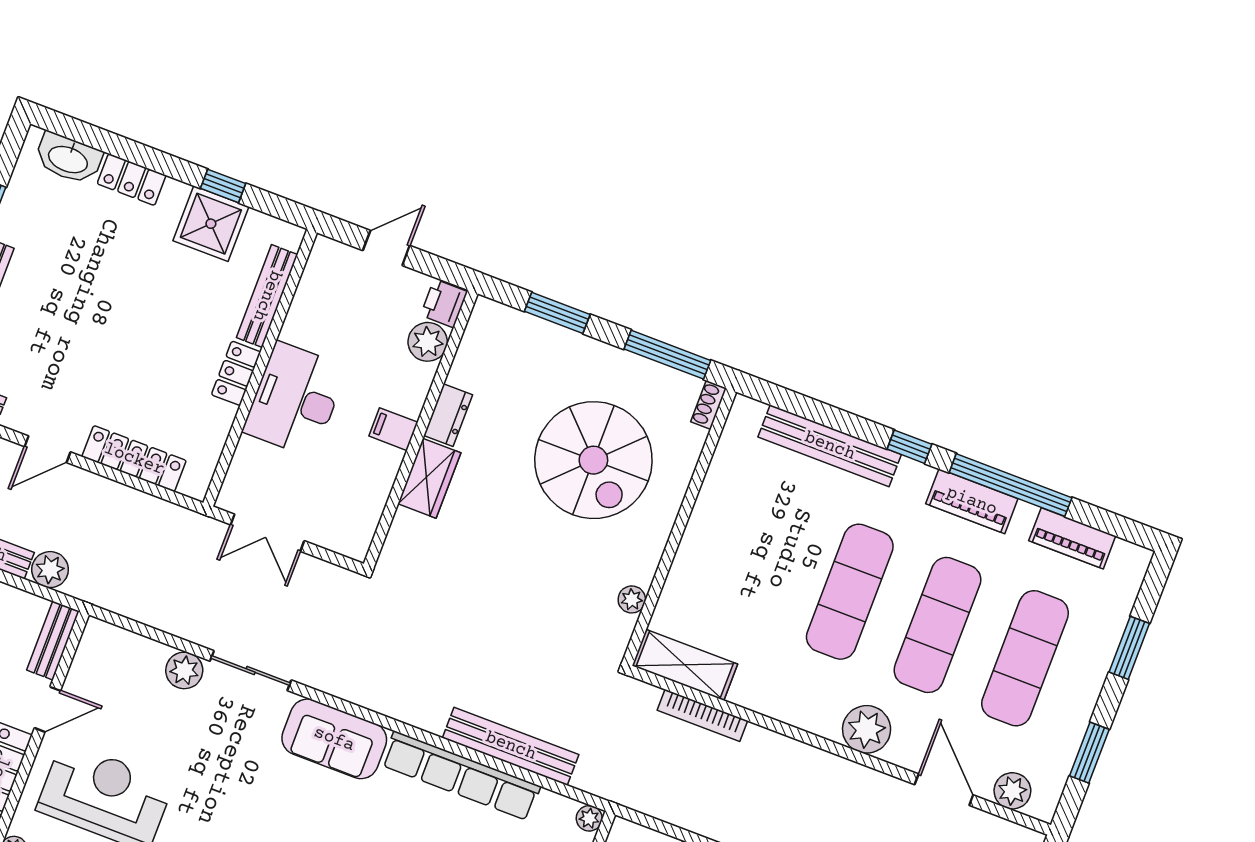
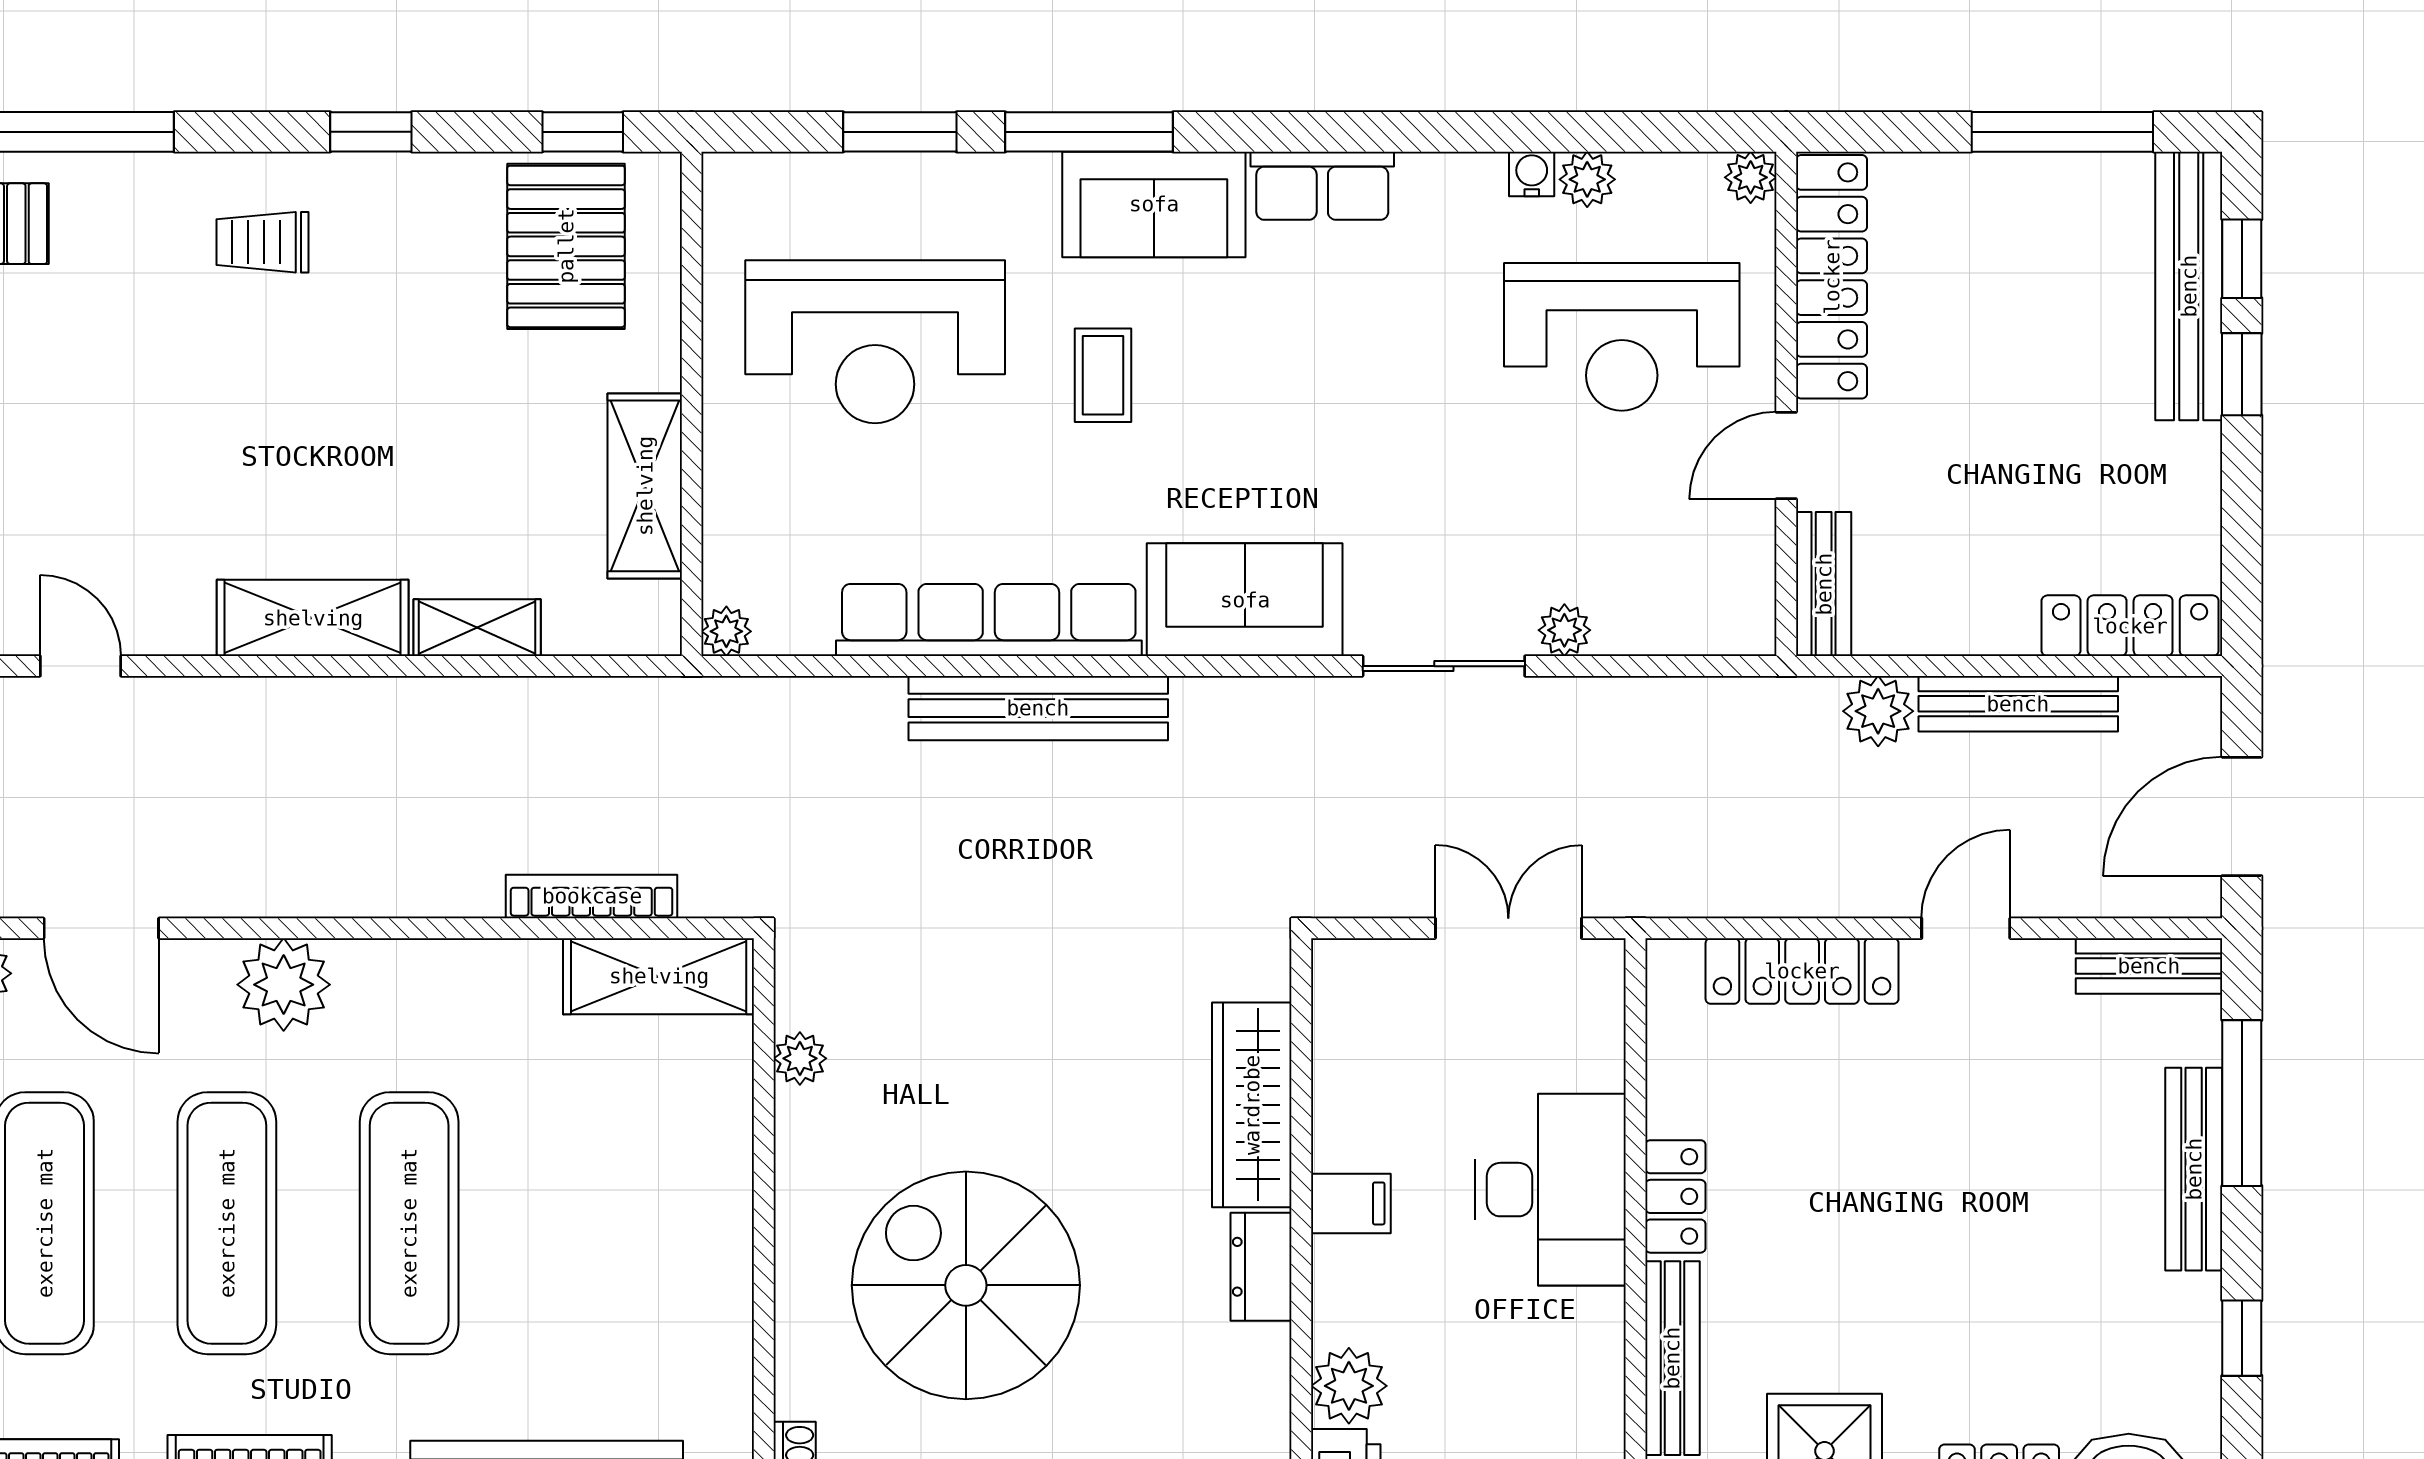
wardrobe: (429, 478) -> (1252, 1105), width x1.50
plant: (184, 670) -> (1564, 630), width x0.73, depth x0.73
bench: (511, 746) -> (1038, 708), moved

